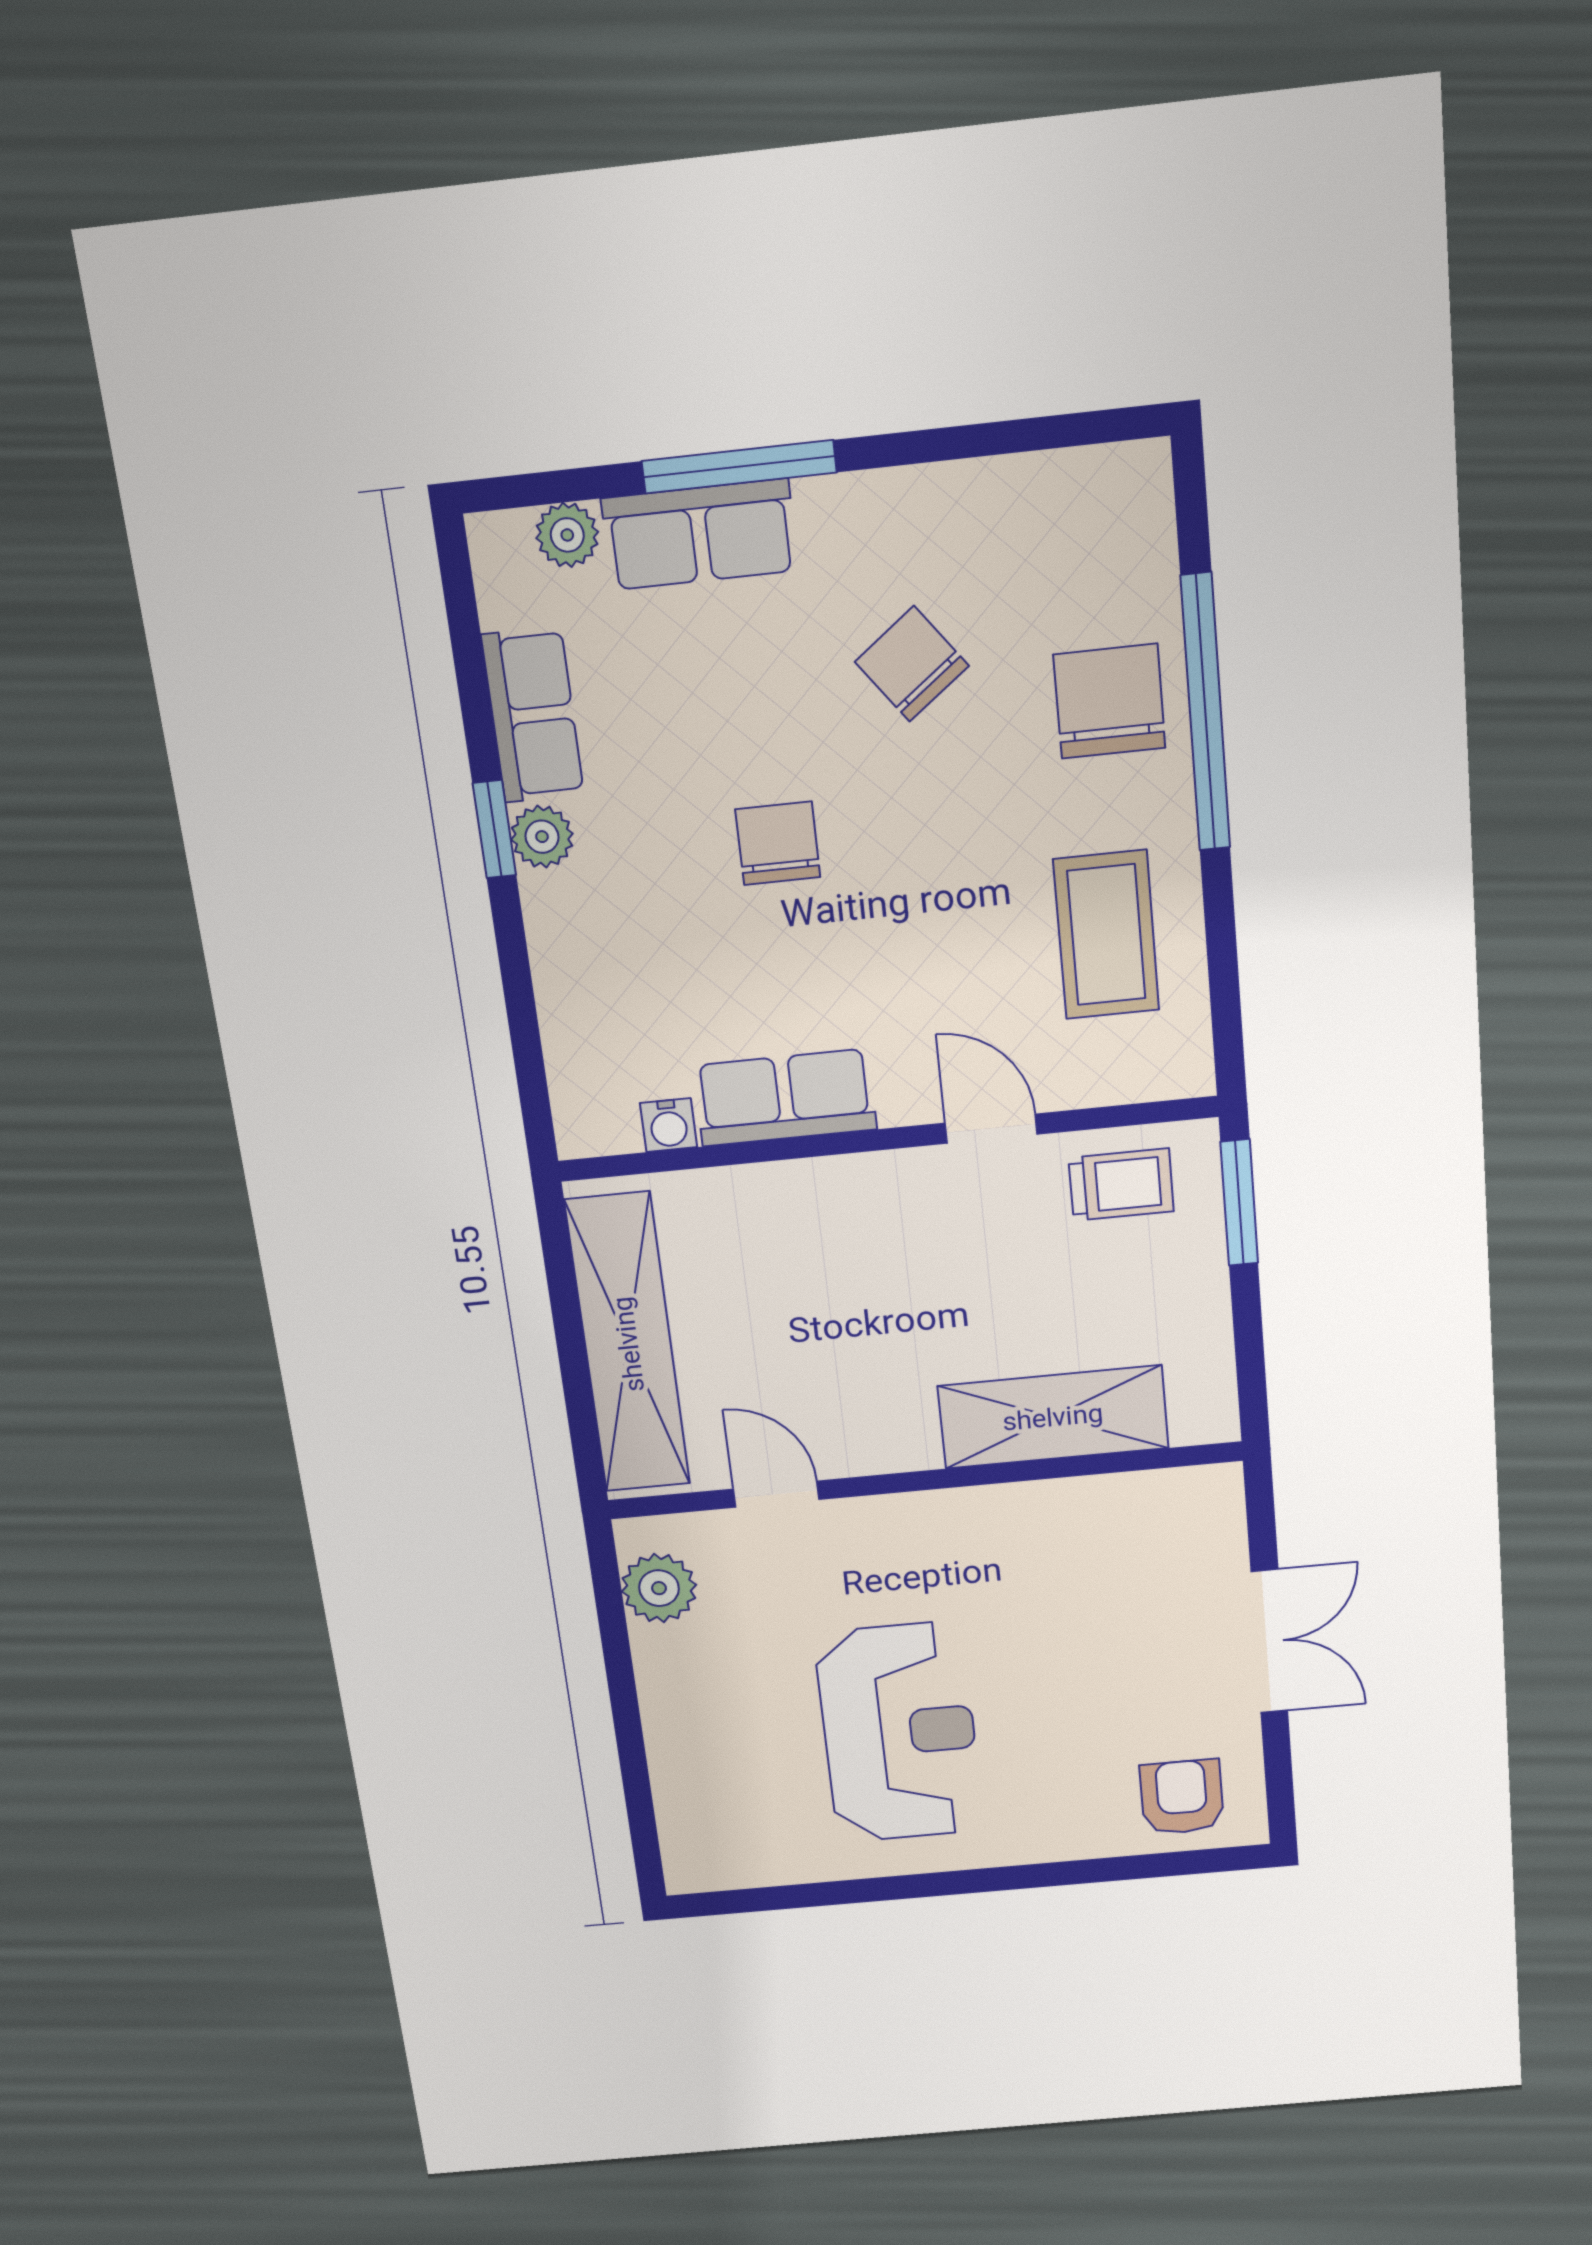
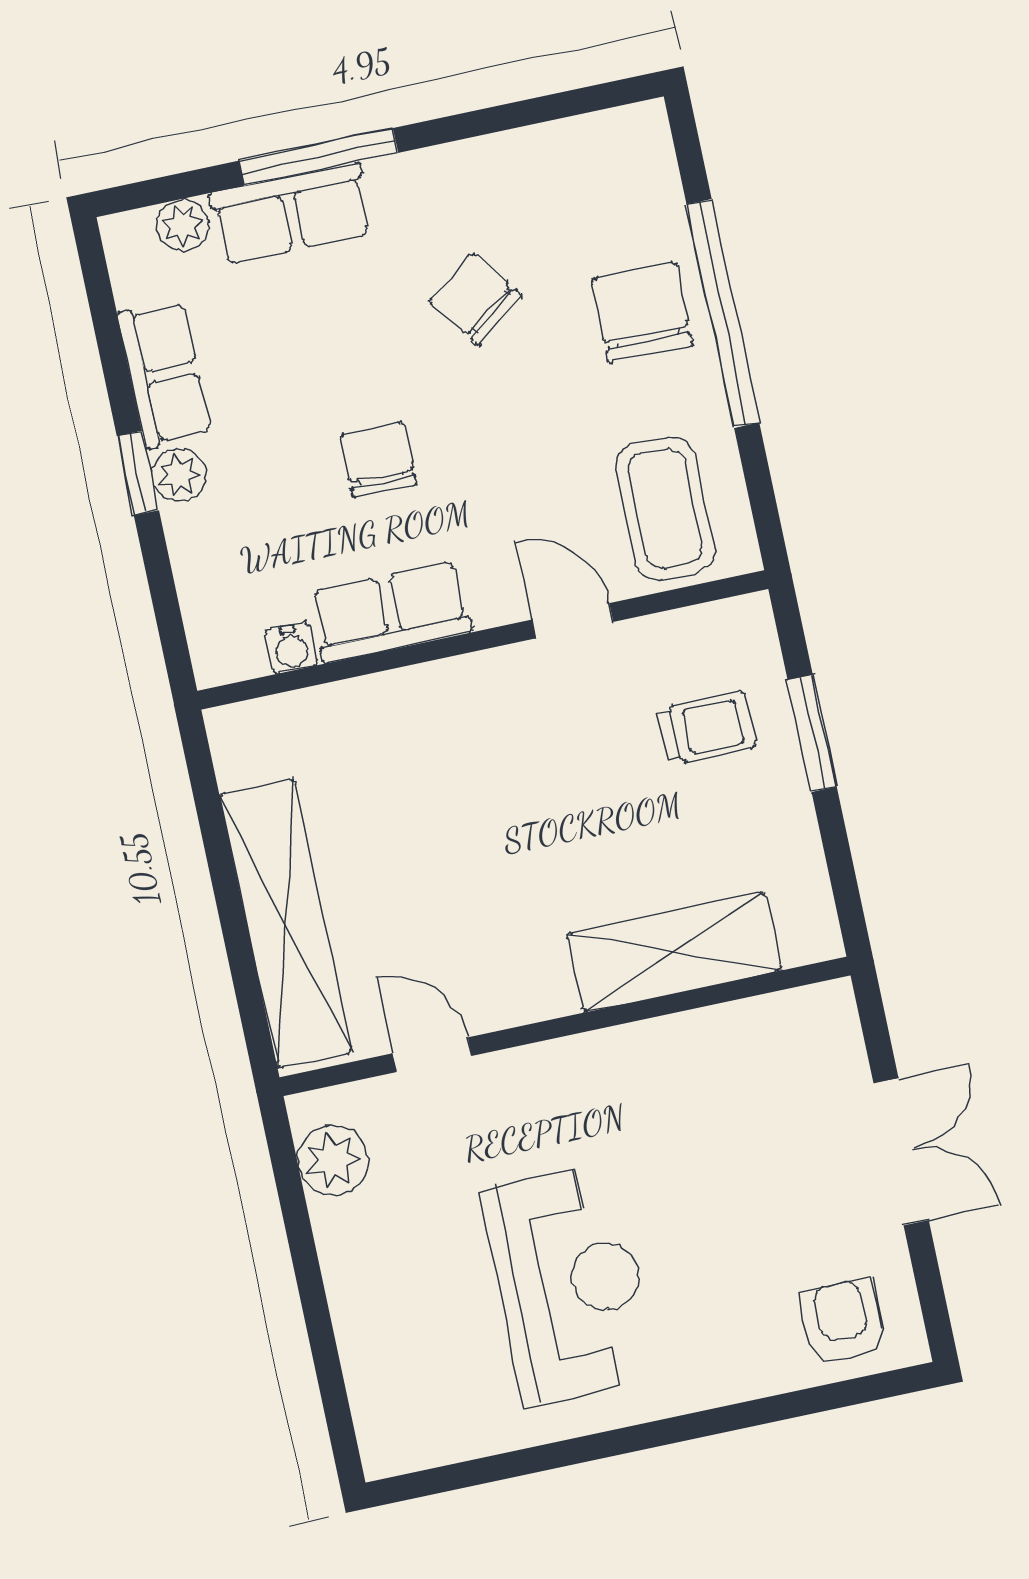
row of seats: (785, 1098) -> (390, 612), moved
water cooler: (669, 1125) -> (291, 648), moved
door: (991, 1129) -> (572, 621), moved
wall: (887, 1139) -> (483, 640), moved

